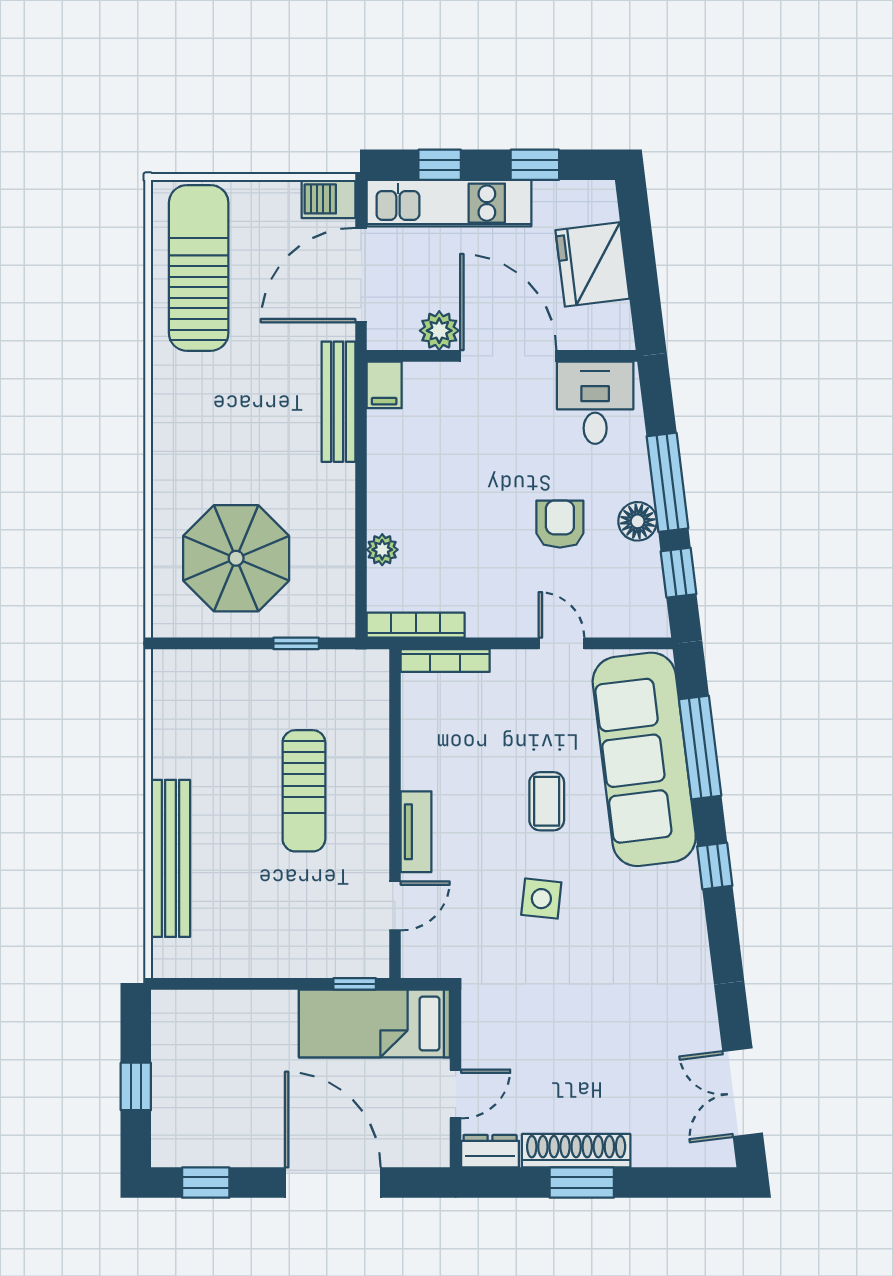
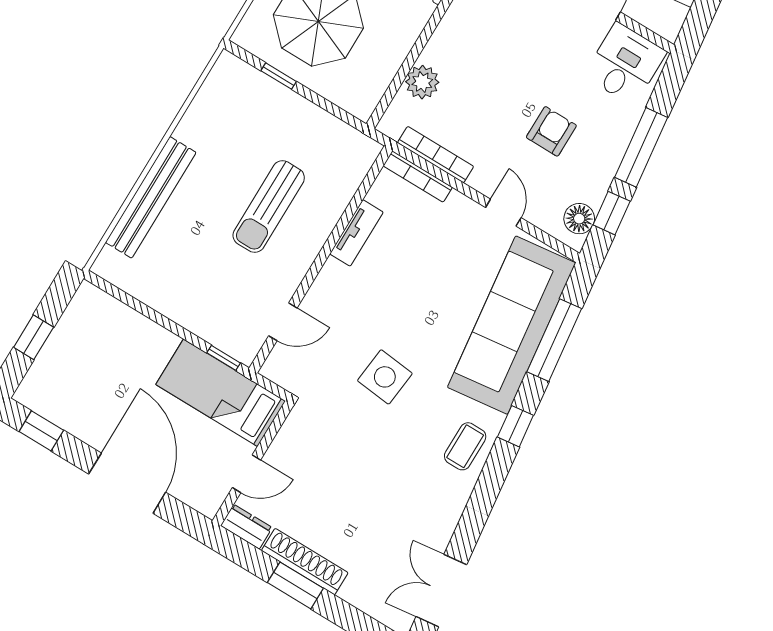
floor lamp: (638, 521) -> (579, 219), moved
plant: (382, 550) -> (422, 82), width x1.38, depth x1.38
bookcase: (416, 625) -> (436, 155), moved
window: (296, 643) -> (279, 76), moved
coffee table: (547, 801) -> (465, 446), moved
tv unit: (416, 832) -> (356, 233), moved
side table: (541, 899) -> (385, 377), width x1.37, depth x1.37

